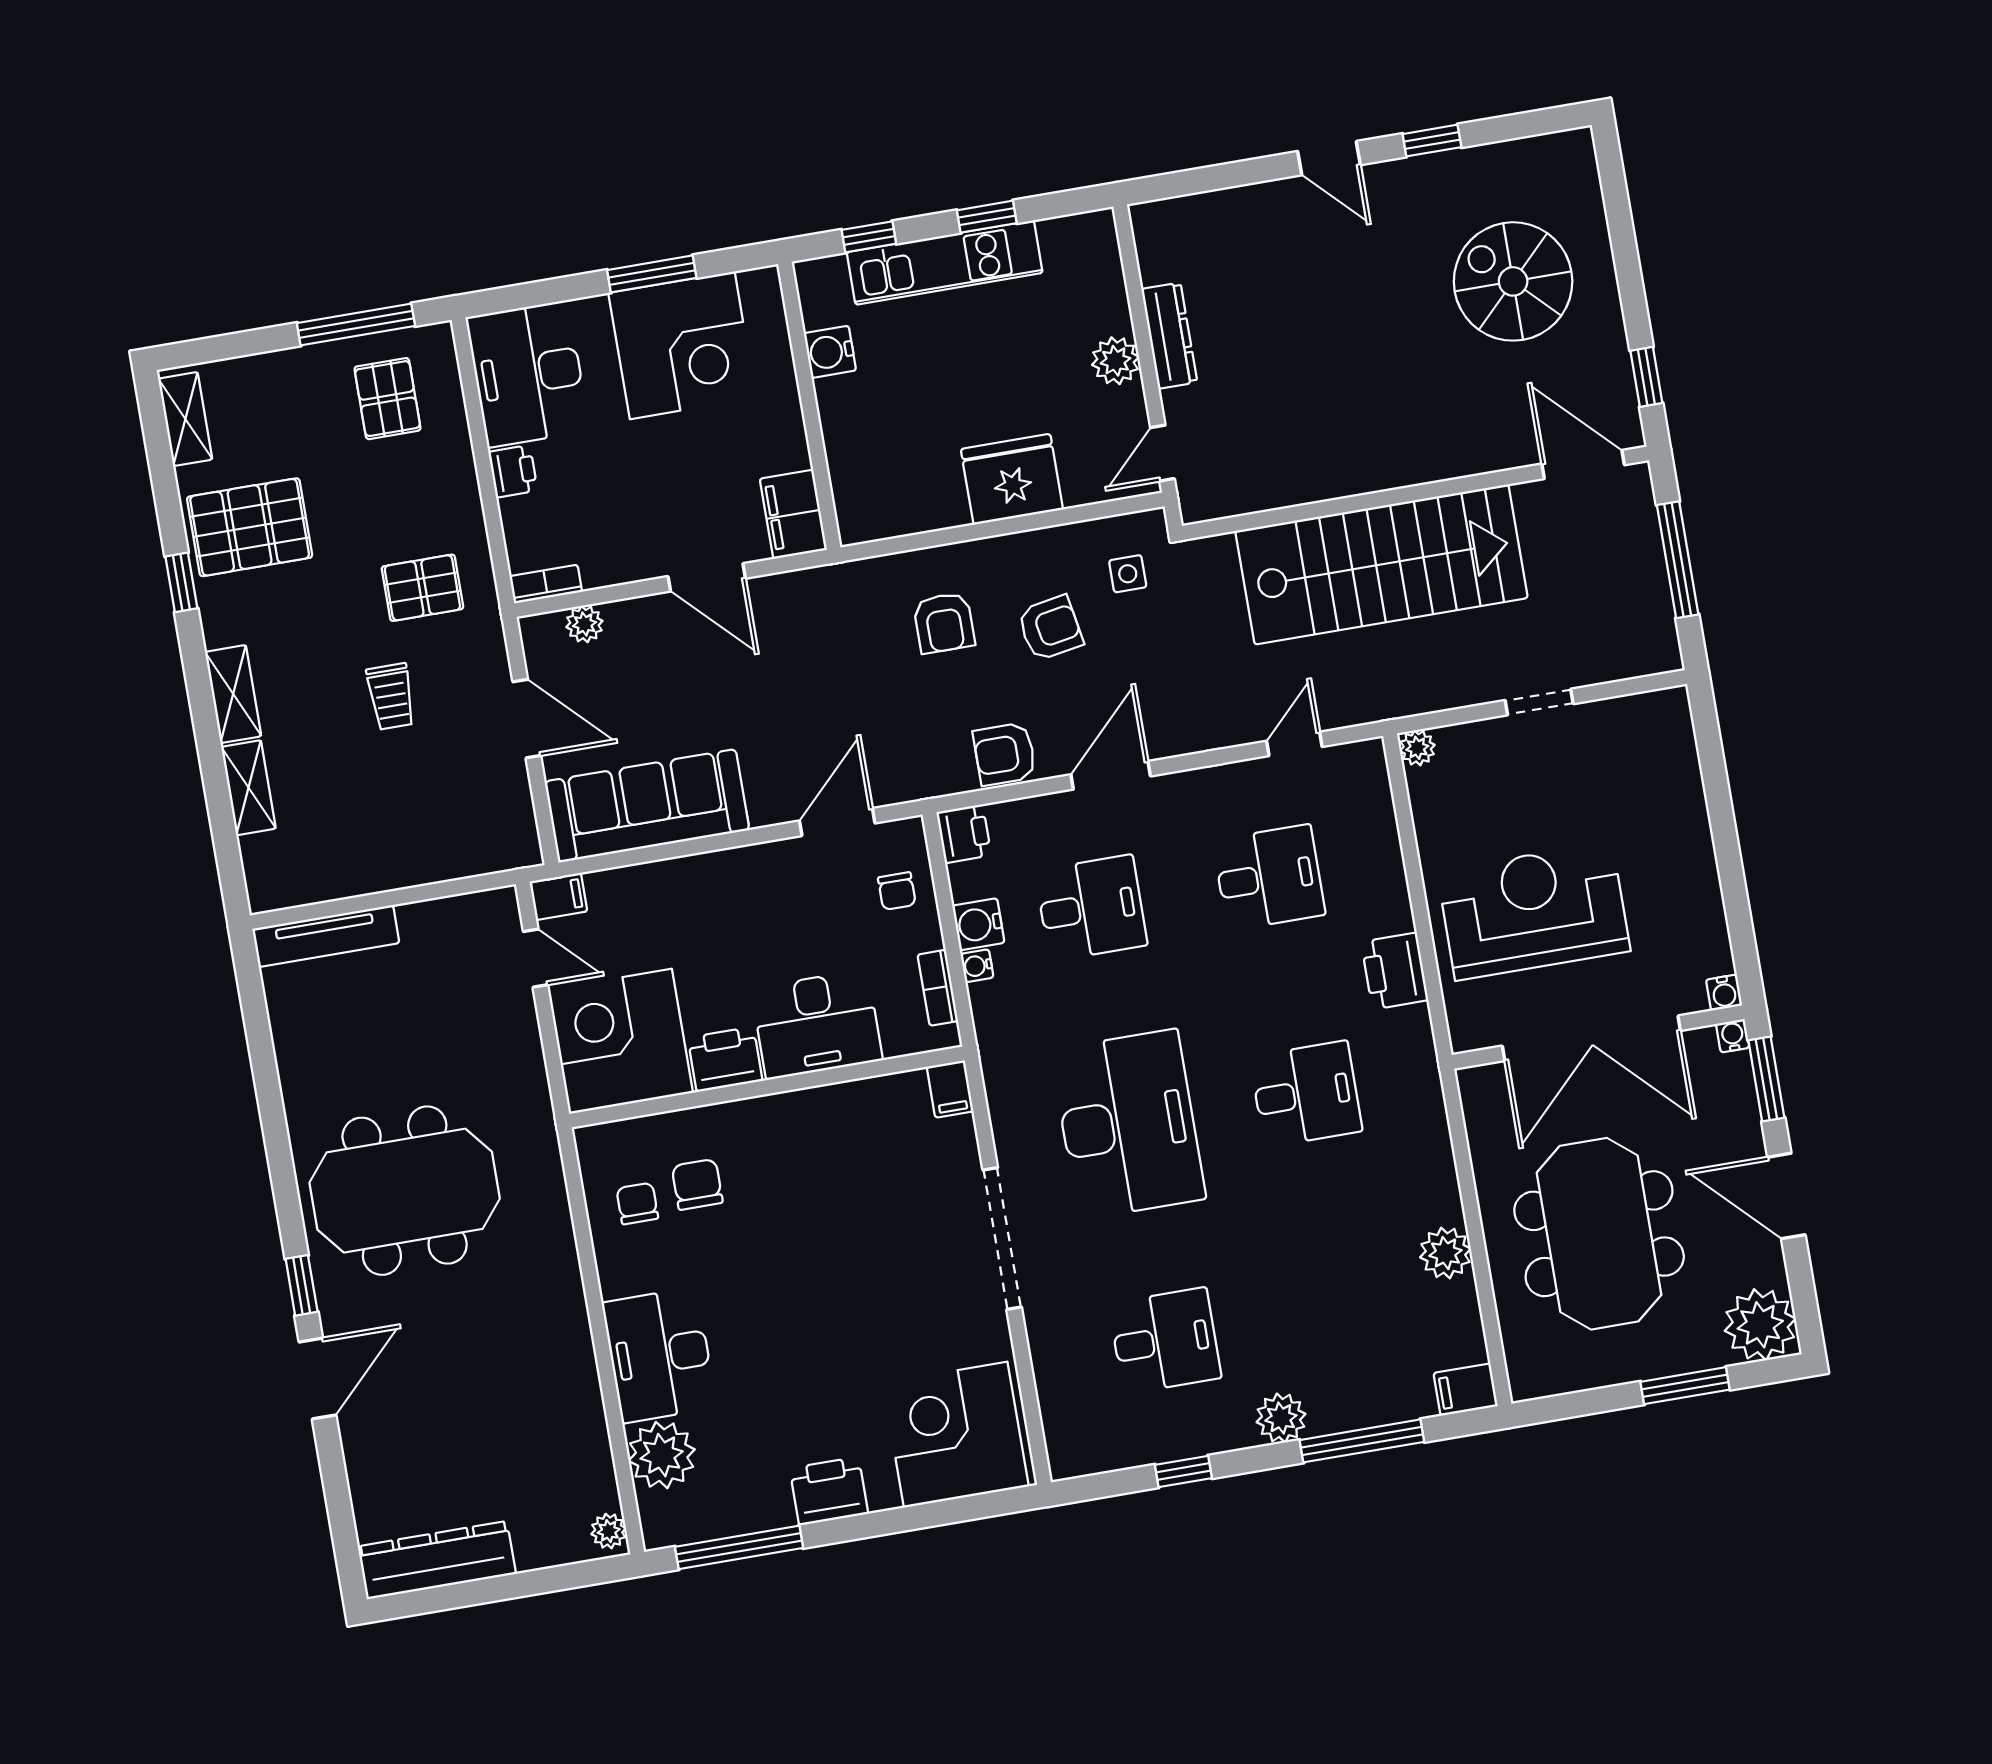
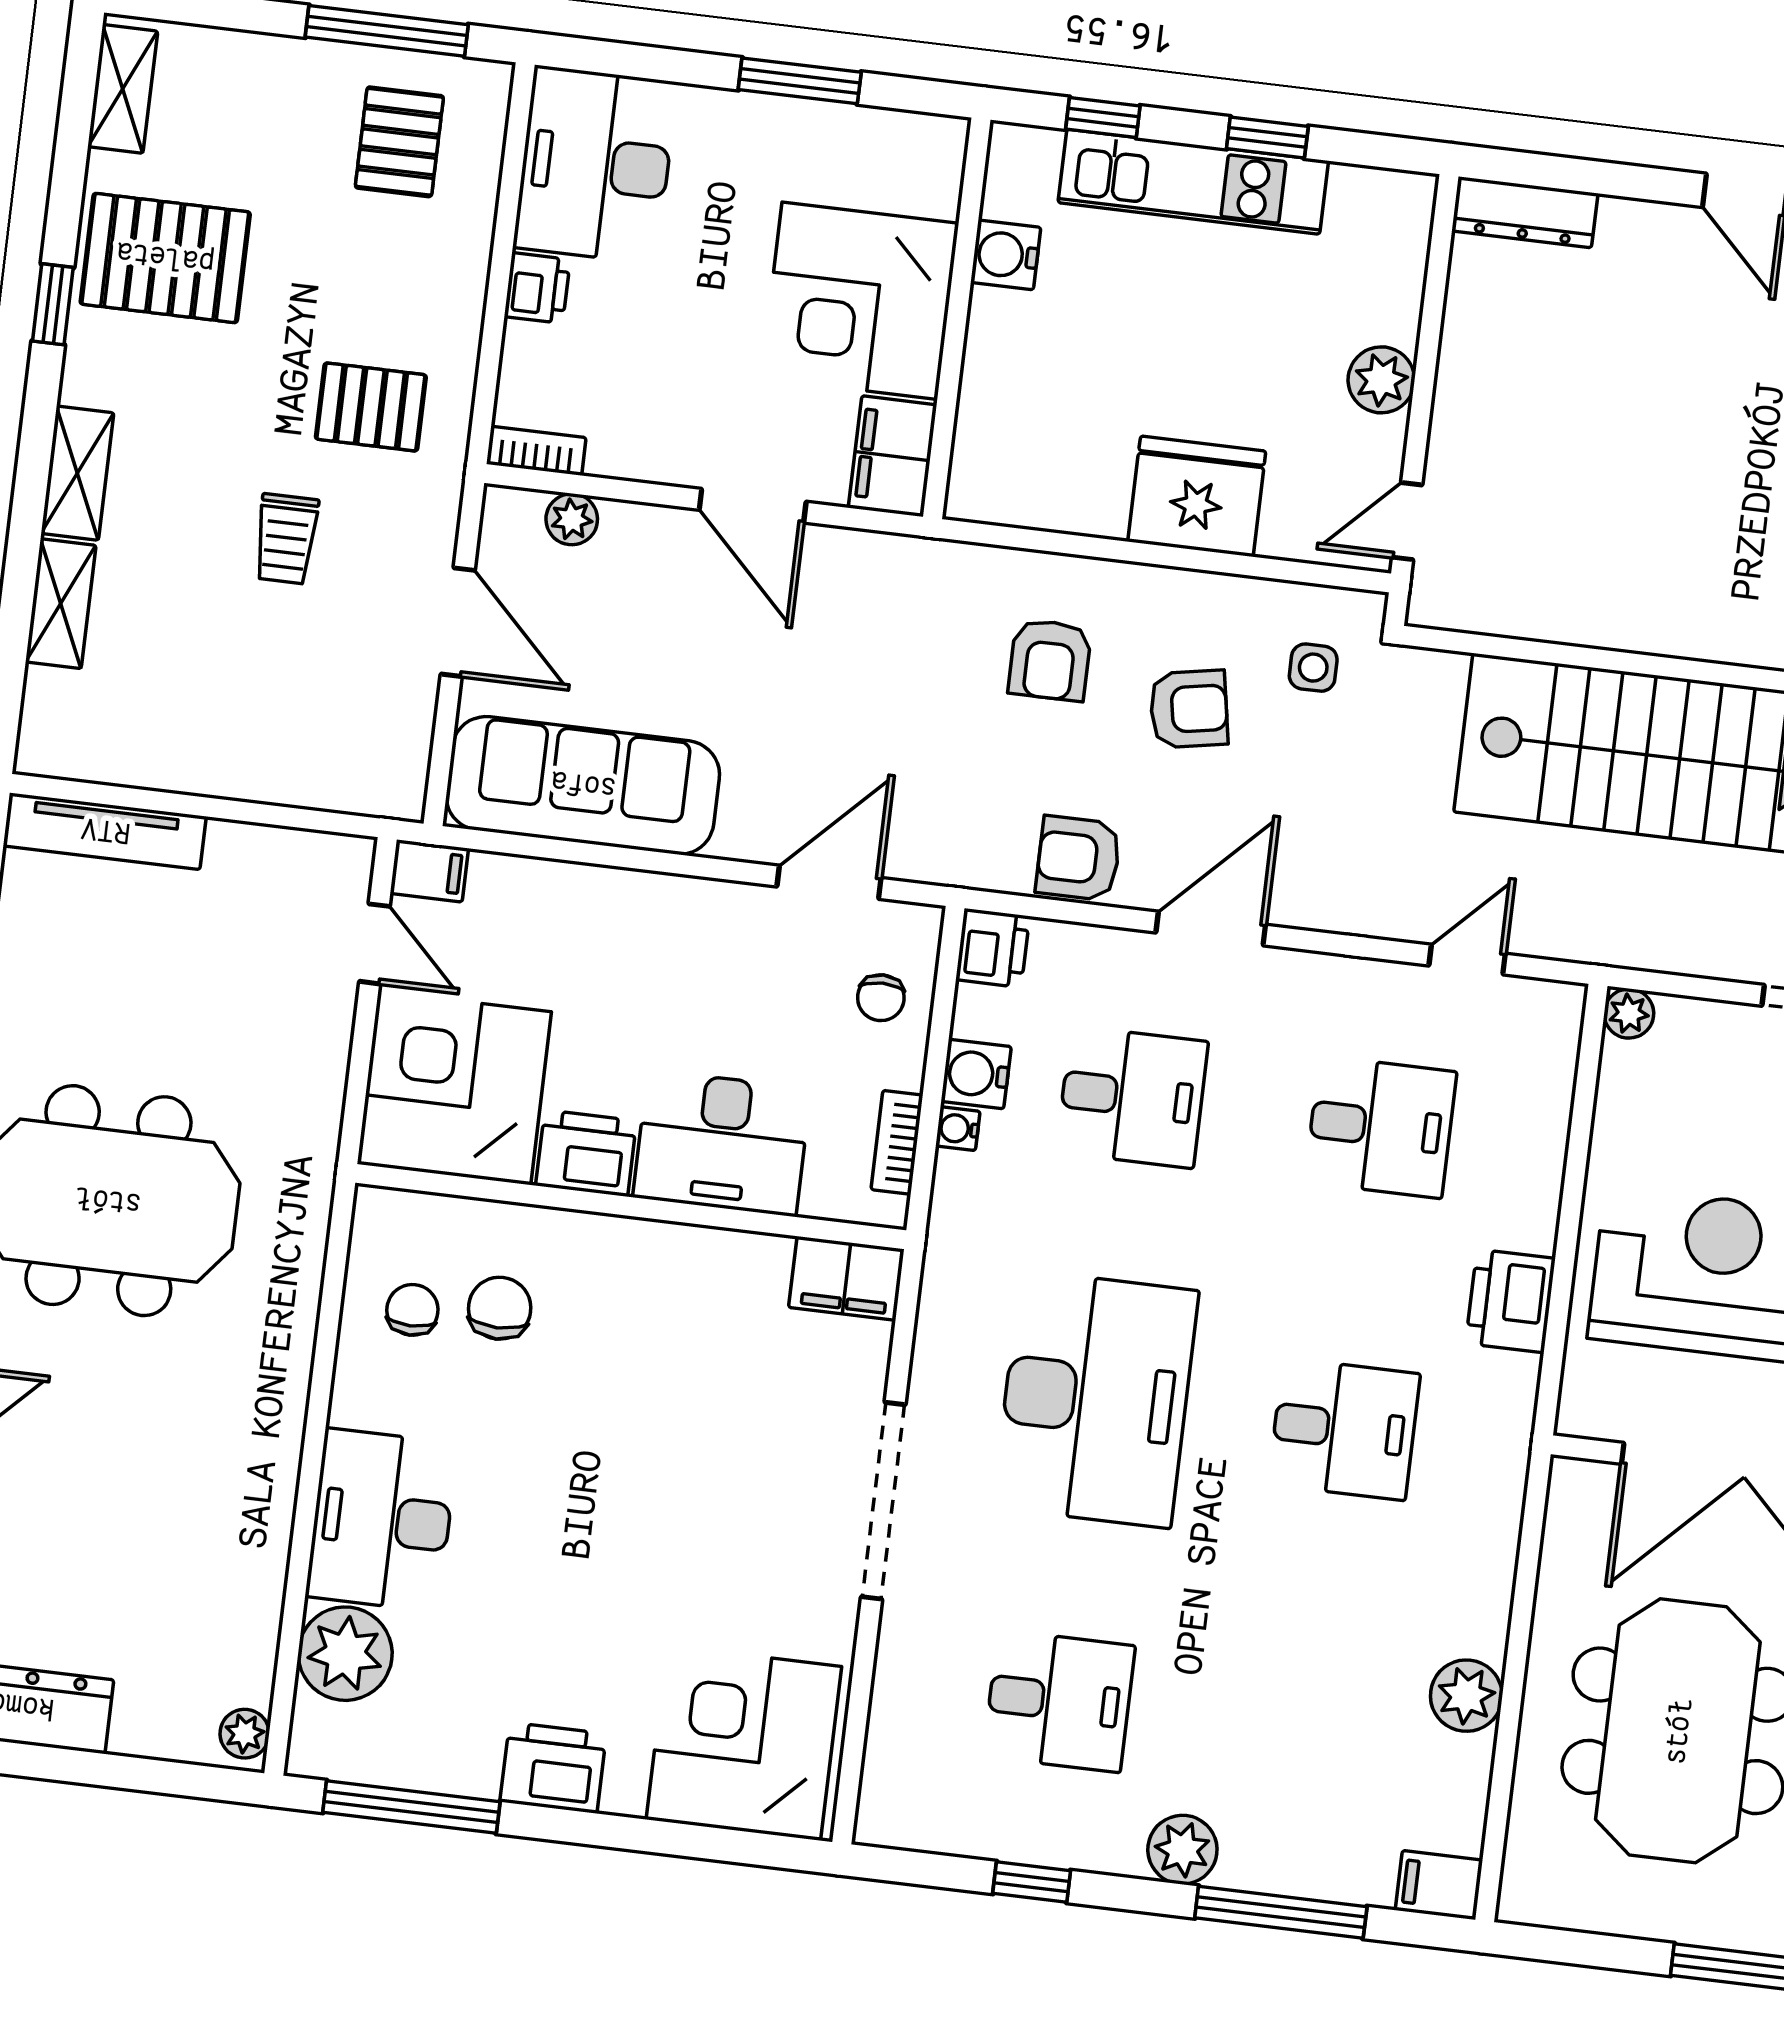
dresser: (1169, 336) -> (1525, 212), moved, turned 90
corner desk: (682, 345) -> (860, 301), moved, turned 90
filing cabinet: (950, 1089) -> (846, 1278), width x2.00

